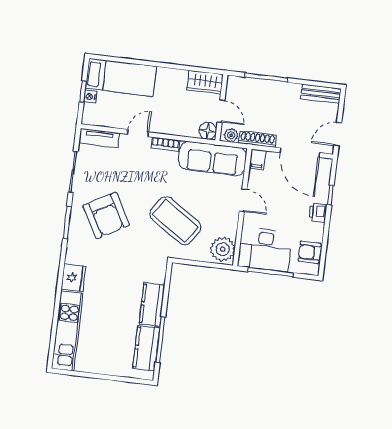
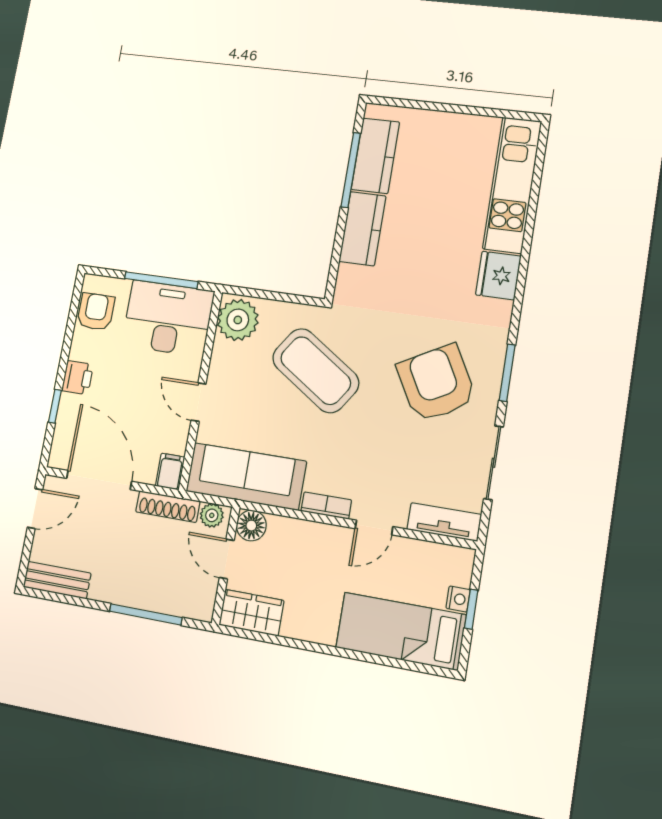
armchair: (309, 252) -> (96, 312), turned -90

